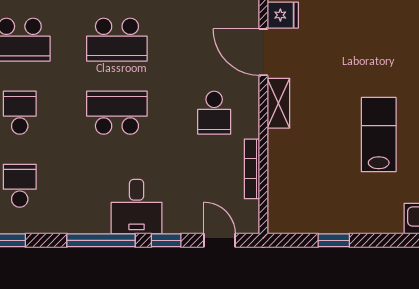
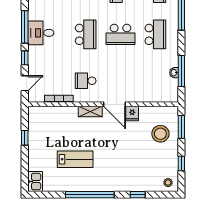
school desk: (117, 40) -> (120, 34), turned -90
door: (263, 52) -> (115, 104), swing flipped
desk: (137, 207) -> (41, 33), moved

